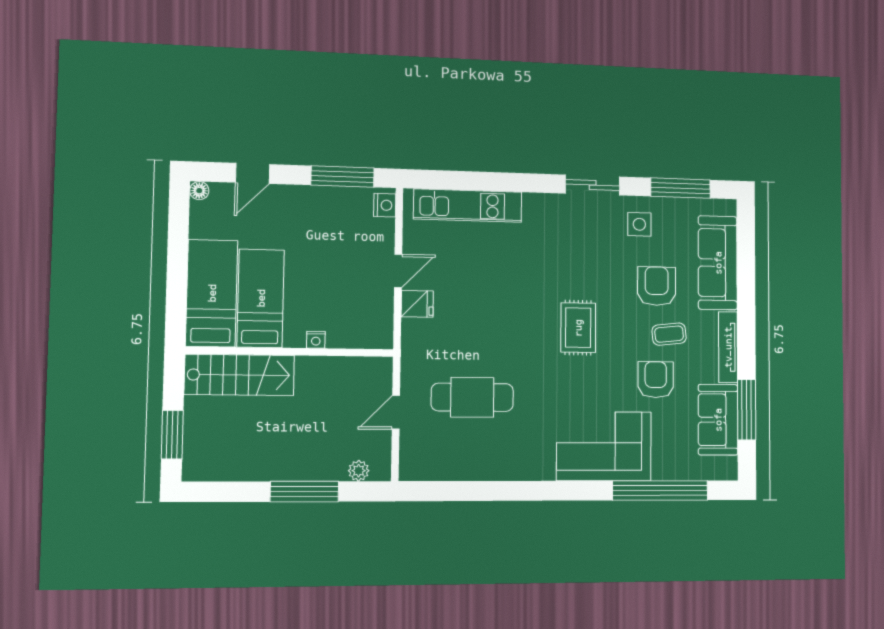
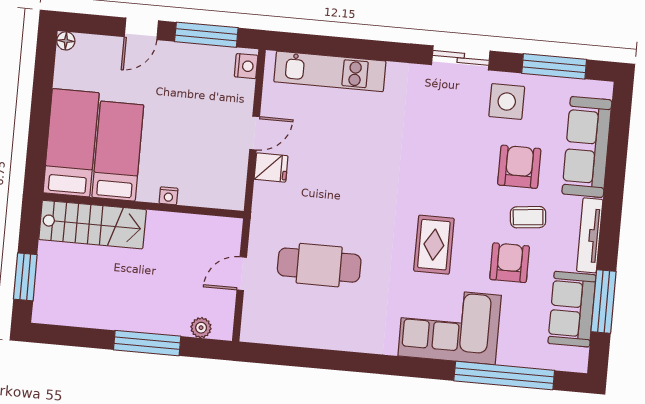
door: (252, 173) -> (141, 29), moved
side table: (639, 224) -> (507, 102), width x1.37, depth x1.37
rug: (578, 328) -> (434, 245), moved

